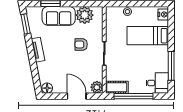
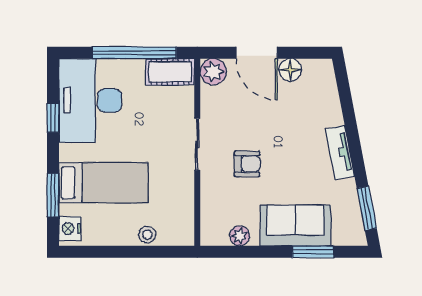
plant: (85, 15) -> (240, 236), width x0.53, depth x0.53
window: (171, 30) -> (53, 195), added
window: (171, 66) -> (53, 118), width x0.46
desk: (157, 83) -> (90, 100), width x1.87, depth x1.30
floor lamp: (47, 88) -> (290, 70), moved

